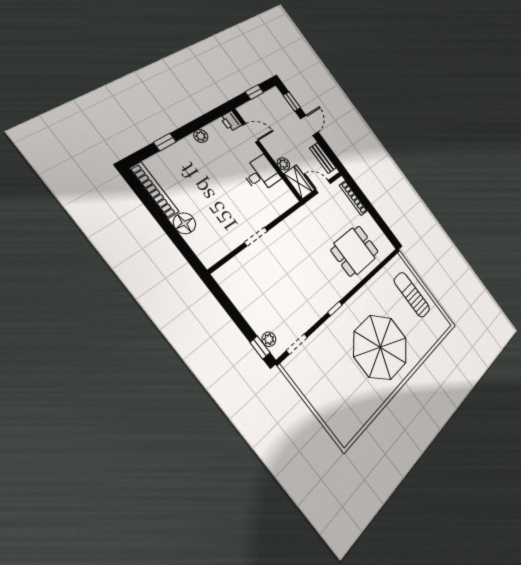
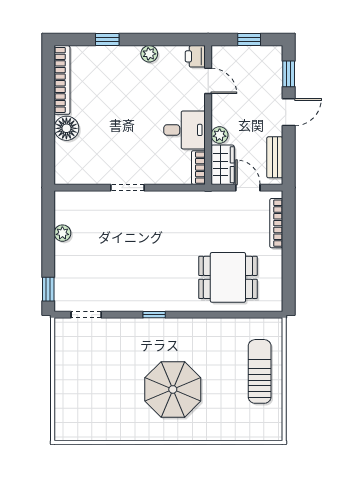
bookcase: (287, 193) -> (198, 168), added
plant: (269, 339) -> (62, 233), moved
parasol: (380, 347) -> (173, 389), width x0.73, depth x0.73

